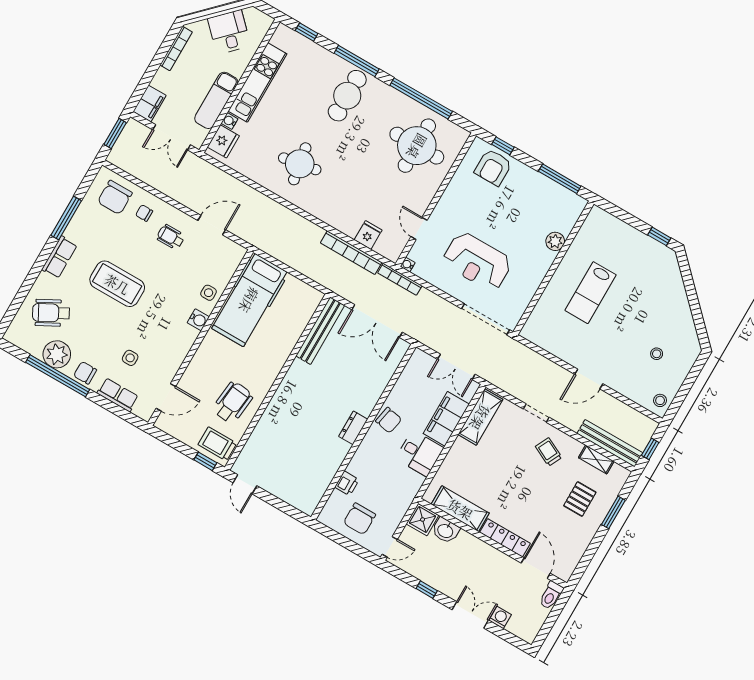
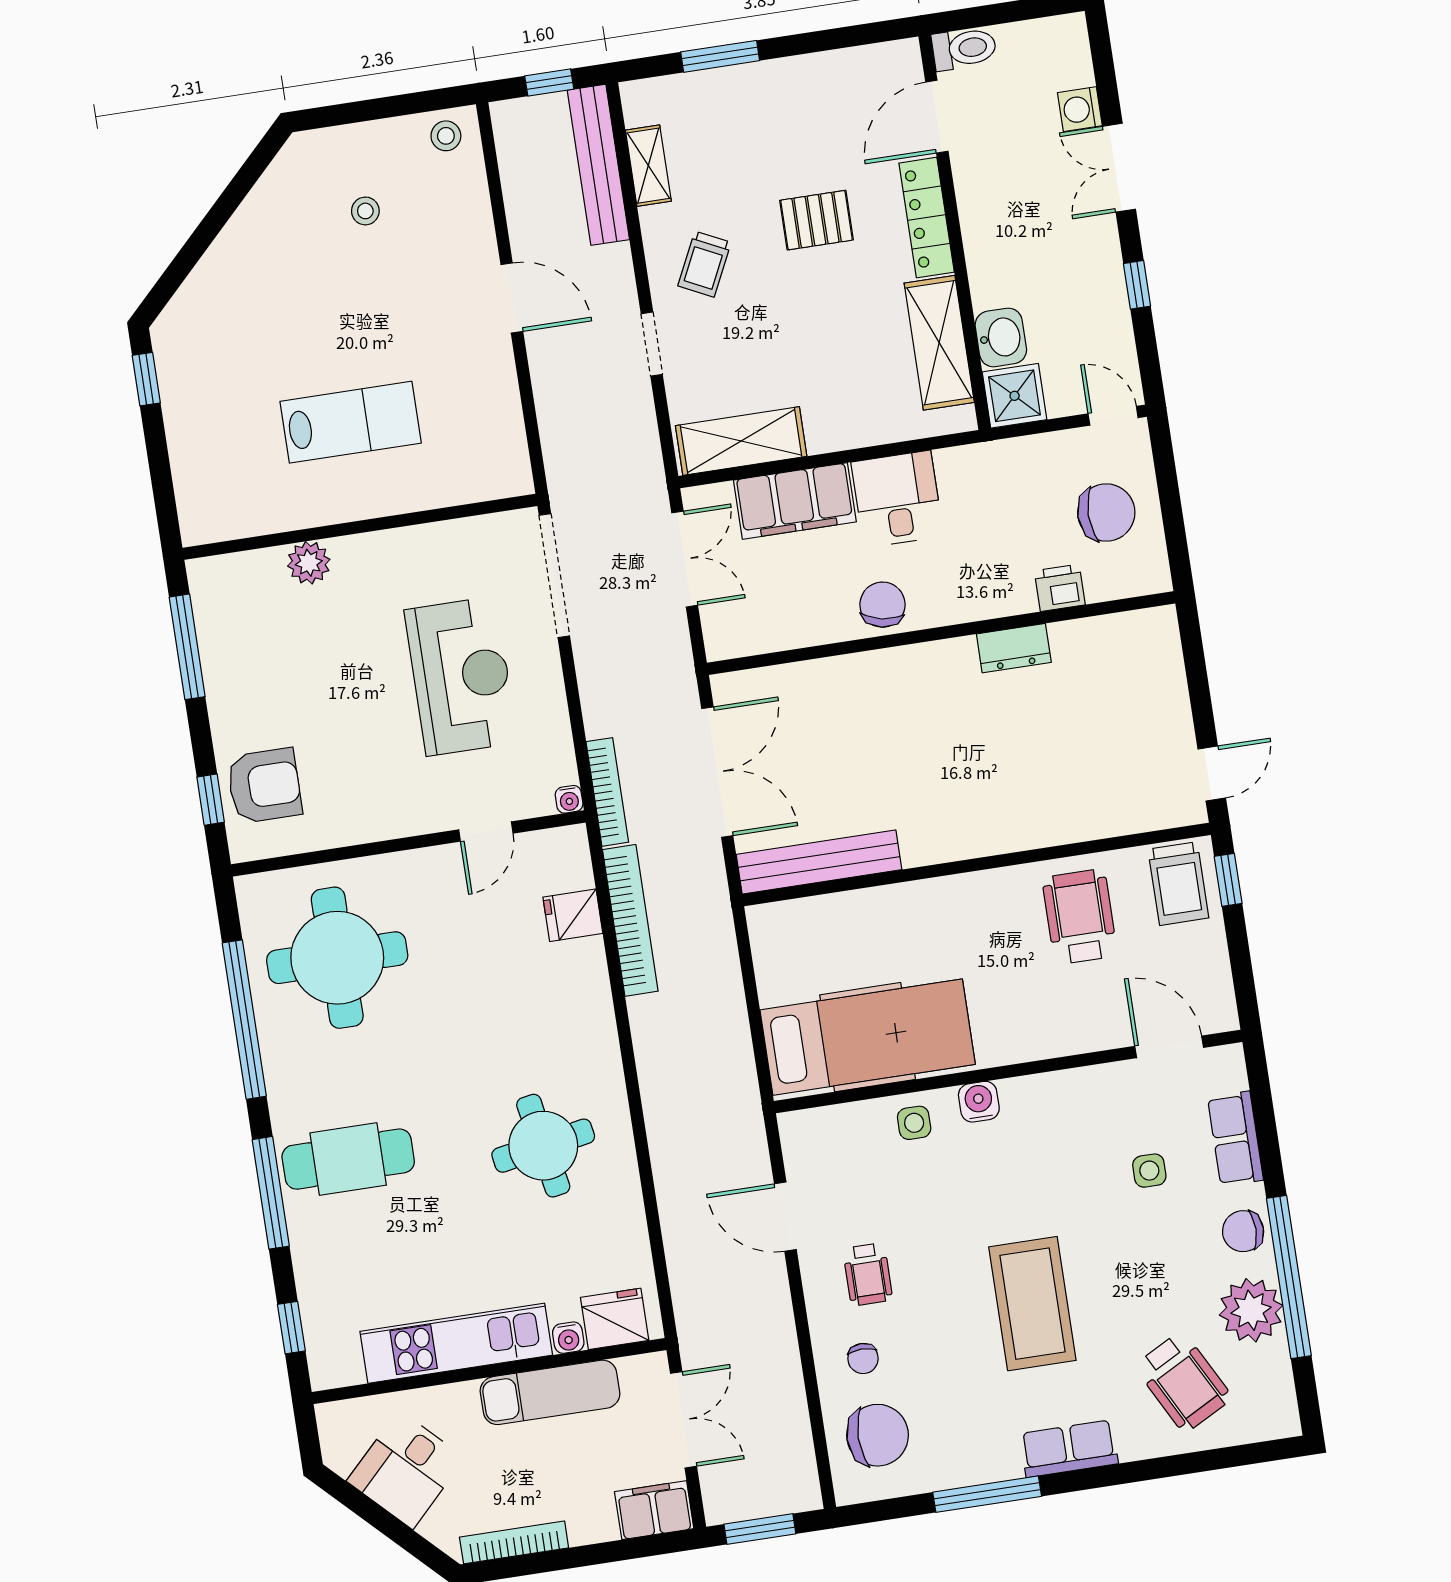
chair: (85, 373) -> (1243, 1231), turned 90
wheelchair: (233, 402) -> (1080, 917), turned 84
dresser: (353, 428) -> (1014, 648), moved
pallet: (580, 499) -> (817, 220), moved

